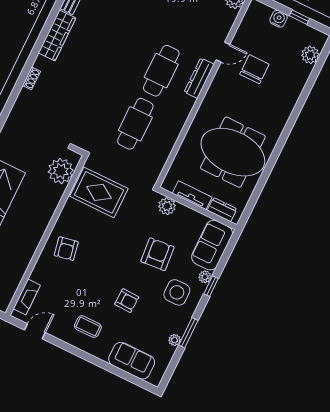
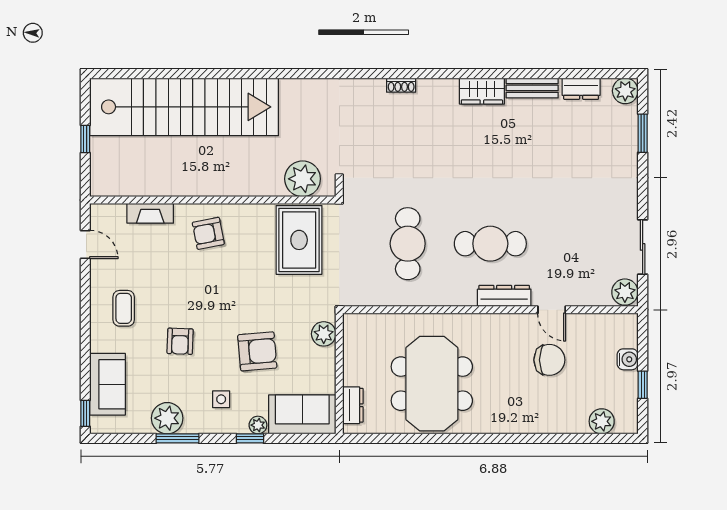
wardrobe: (57, 35) -> (482, 91), width x0.67
cafe table: (135, 124) -> (408, 244), turned 90
tv unit: (192, 195) -> (353, 359), removed
side table: (177, 292) -> (221, 399), width x0.54, depth x0.54
fireplace: (27, 297) -> (150, 213), moved
plant: (175, 340) -> (167, 418), width x1.88, depth x1.88
window: (143, 384) -> (85, 413), added

